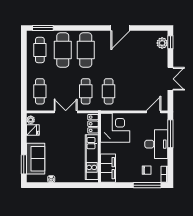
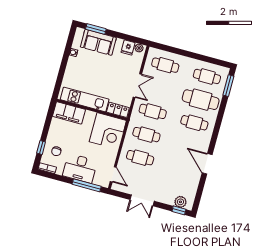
cafe table: (86, 50) -> (194, 123), width x0.73, depth x0.74
cafe table: (132, 91) -> (140, 158), added
window: (147, 185) -> (41, 148), width x0.46

